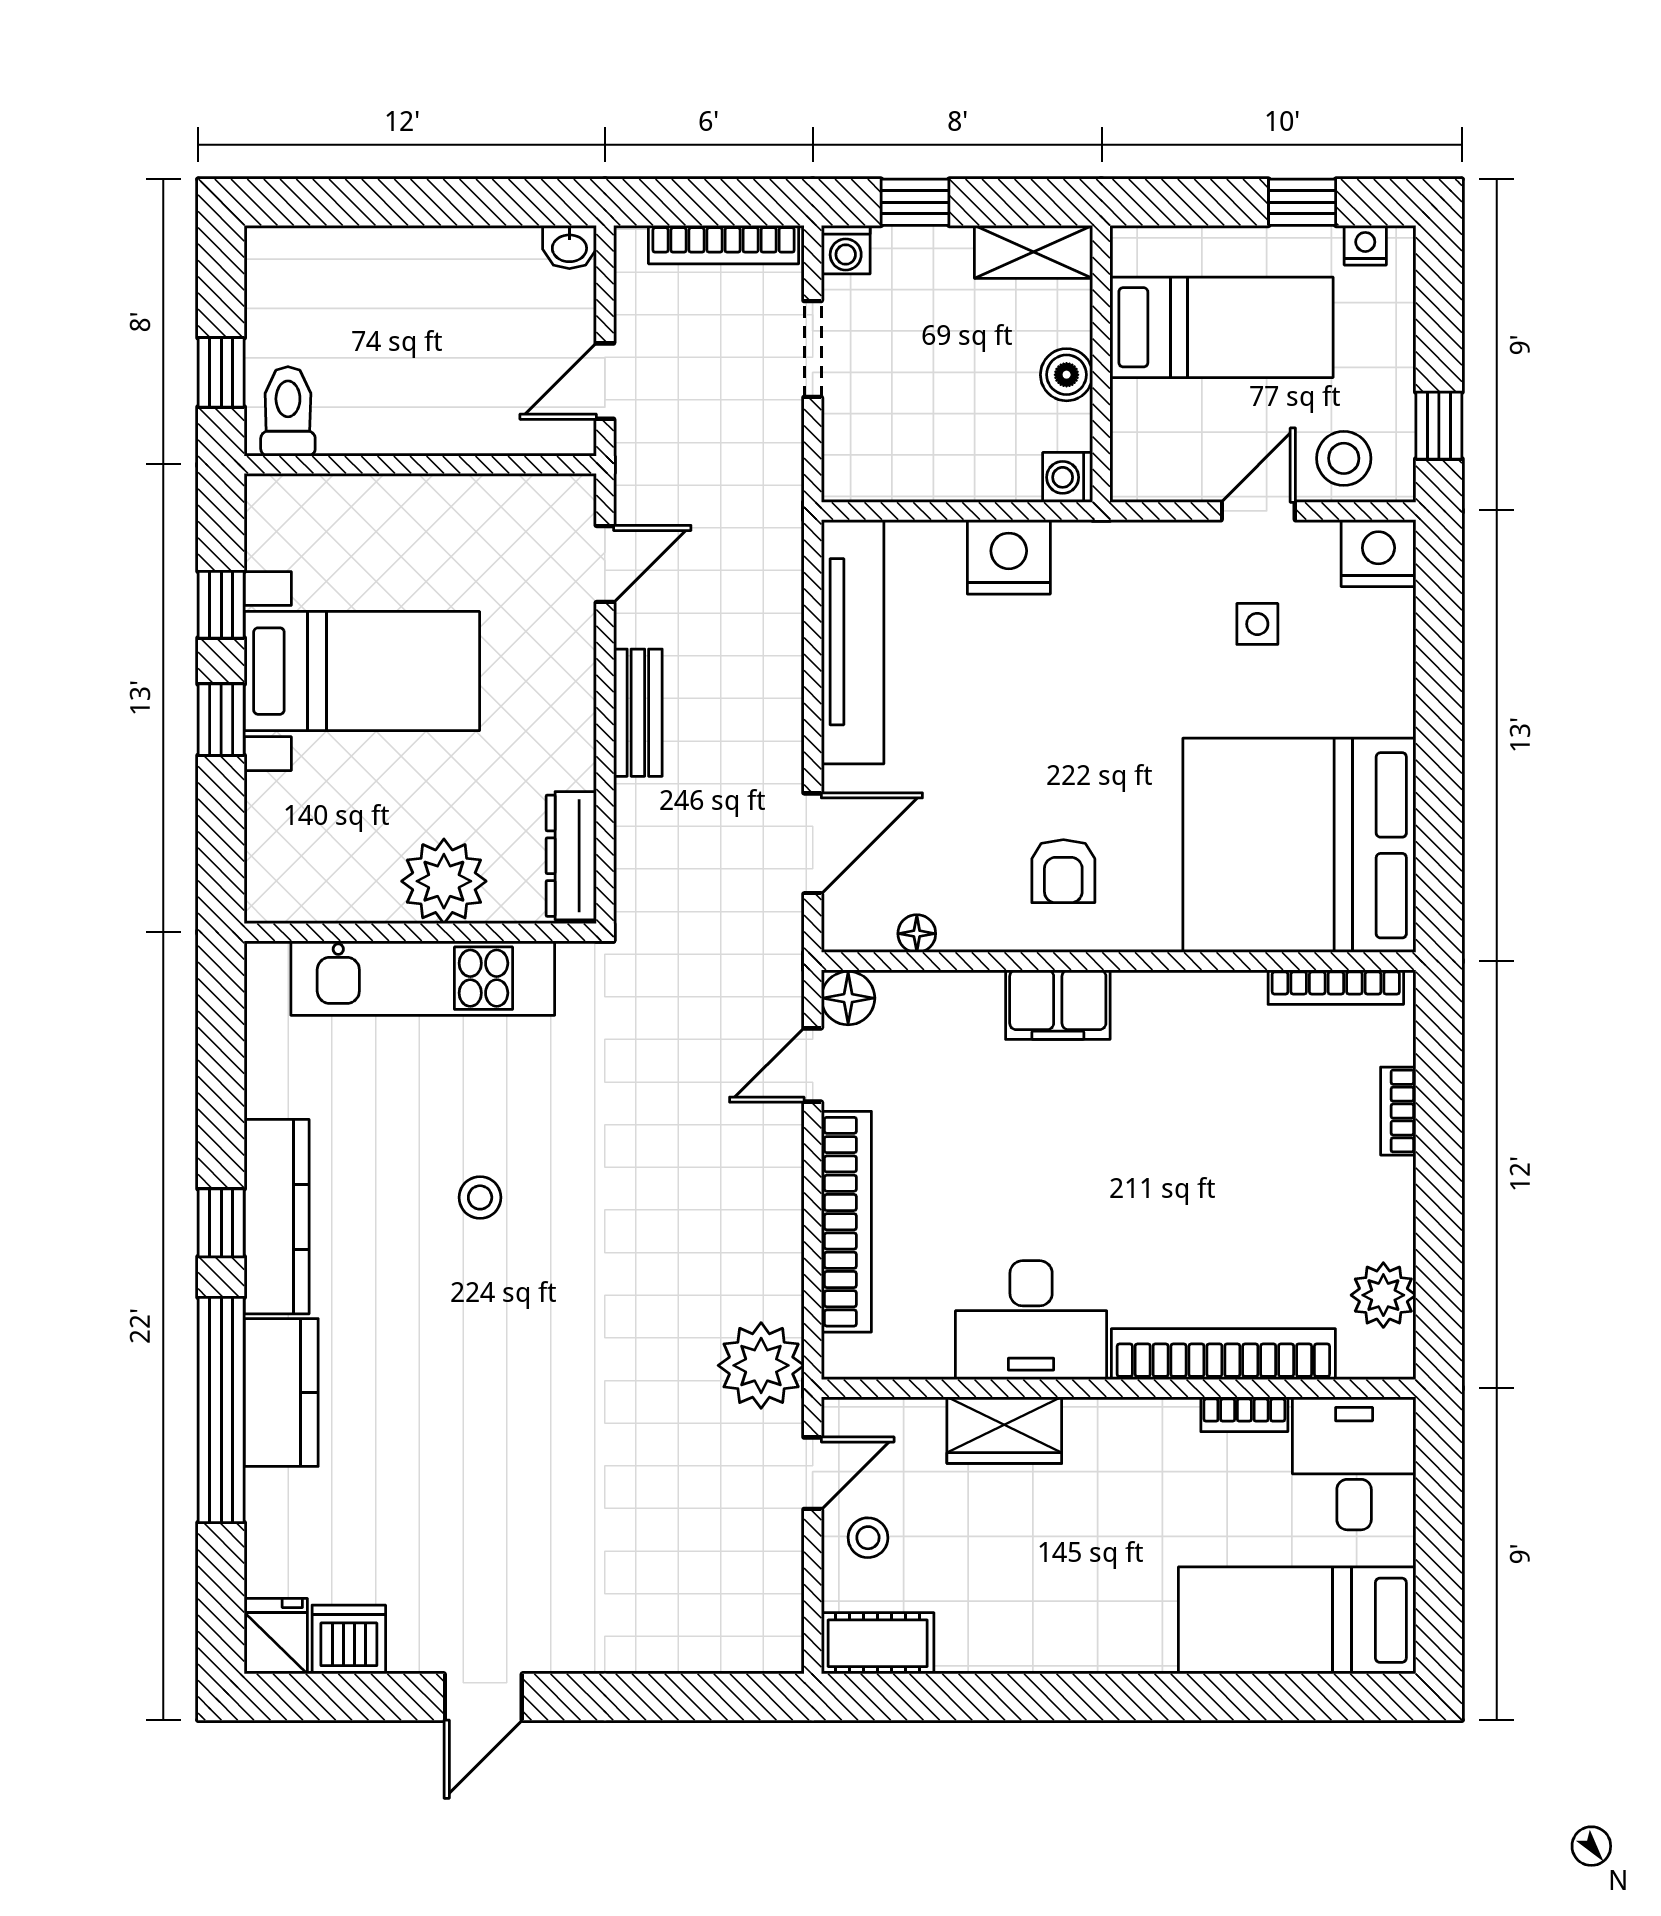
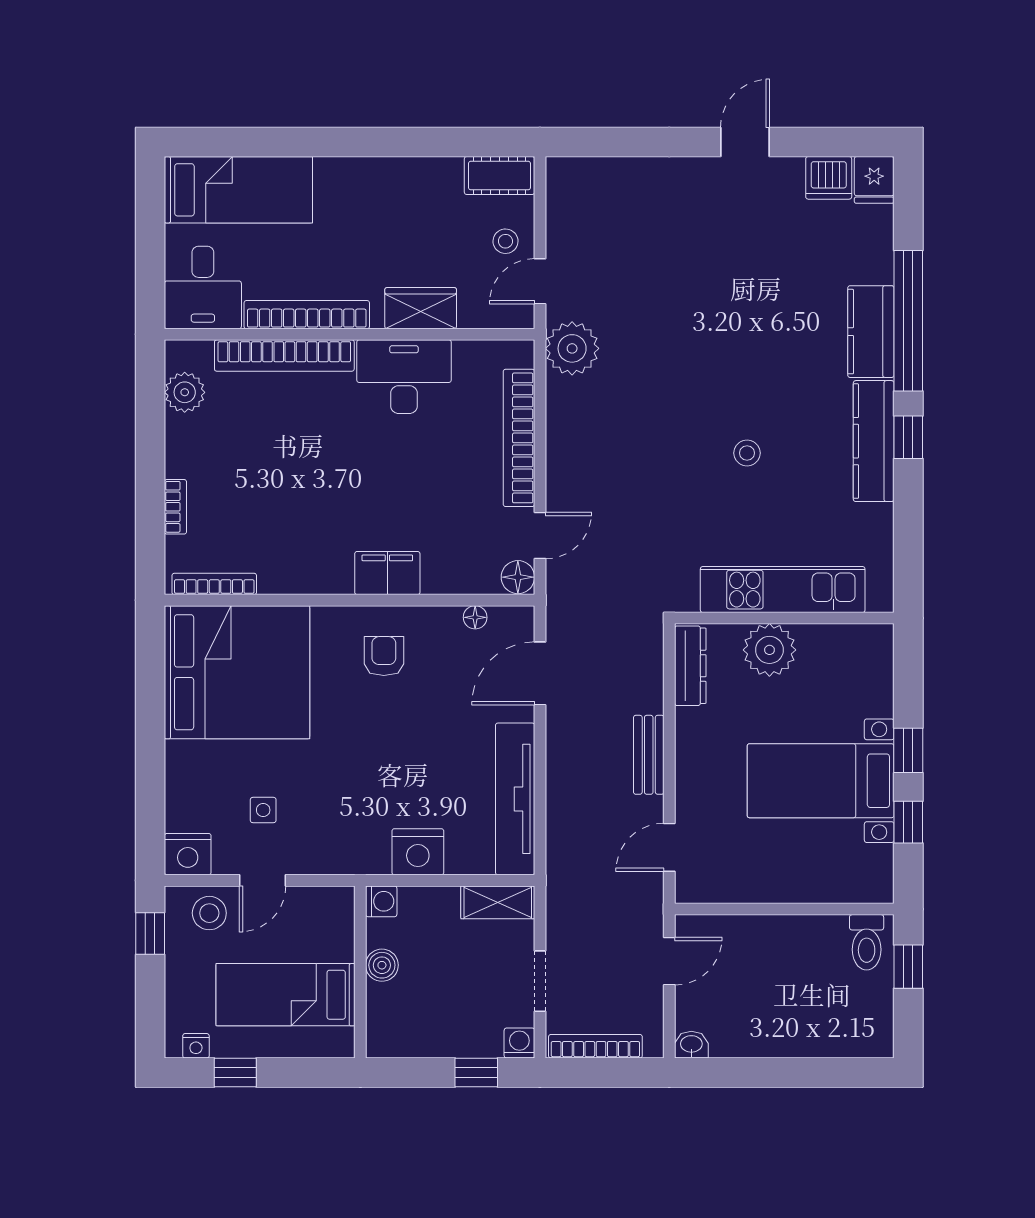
shelving: (1033, 252) -> (498, 902), moved
bookcase: (1244, 1414) -> (307, 315), width x2.31, depth x1.31

